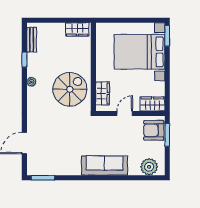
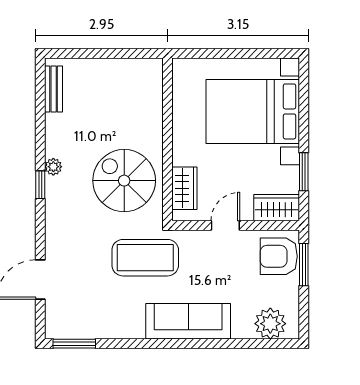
wardrobe: (77, 29) -> (138, 70), removed
window: (167, 36) -> (304, 172), moved
window: (24, 60) -> (40, 185), moved
spiral stairs: (70, 89) -> (124, 181), turned -90
coffee table: (81, 131) -> (145, 258), added

